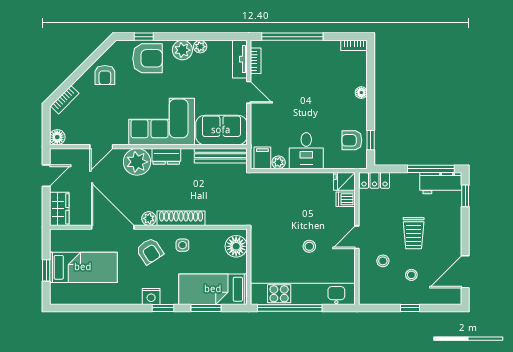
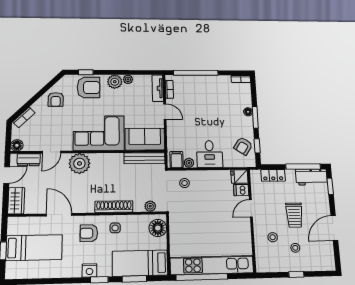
window: (371, 100) -> (255, 117), added
armchair: (352, 140) -> (243, 146), turned -57
dresser: (166, 156) -> (29, 160), moved
locker: (374, 180) -> (273, 175), moved
plant: (149, 218) -> (150, 206), moved
door: (113, 227) -> (59, 215), width x0.73
door: (357, 237) -> (251, 208), moved
stool: (309, 246) -> (185, 183), moved
armchair: (150, 251) -> (89, 233), turned 123
door: (465, 272) -> (334, 228), moved

